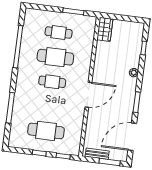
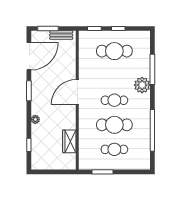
wardrobe: (105, 29) -> (69, 141), moved
plant: (23, 93) -> (142, 85), added

